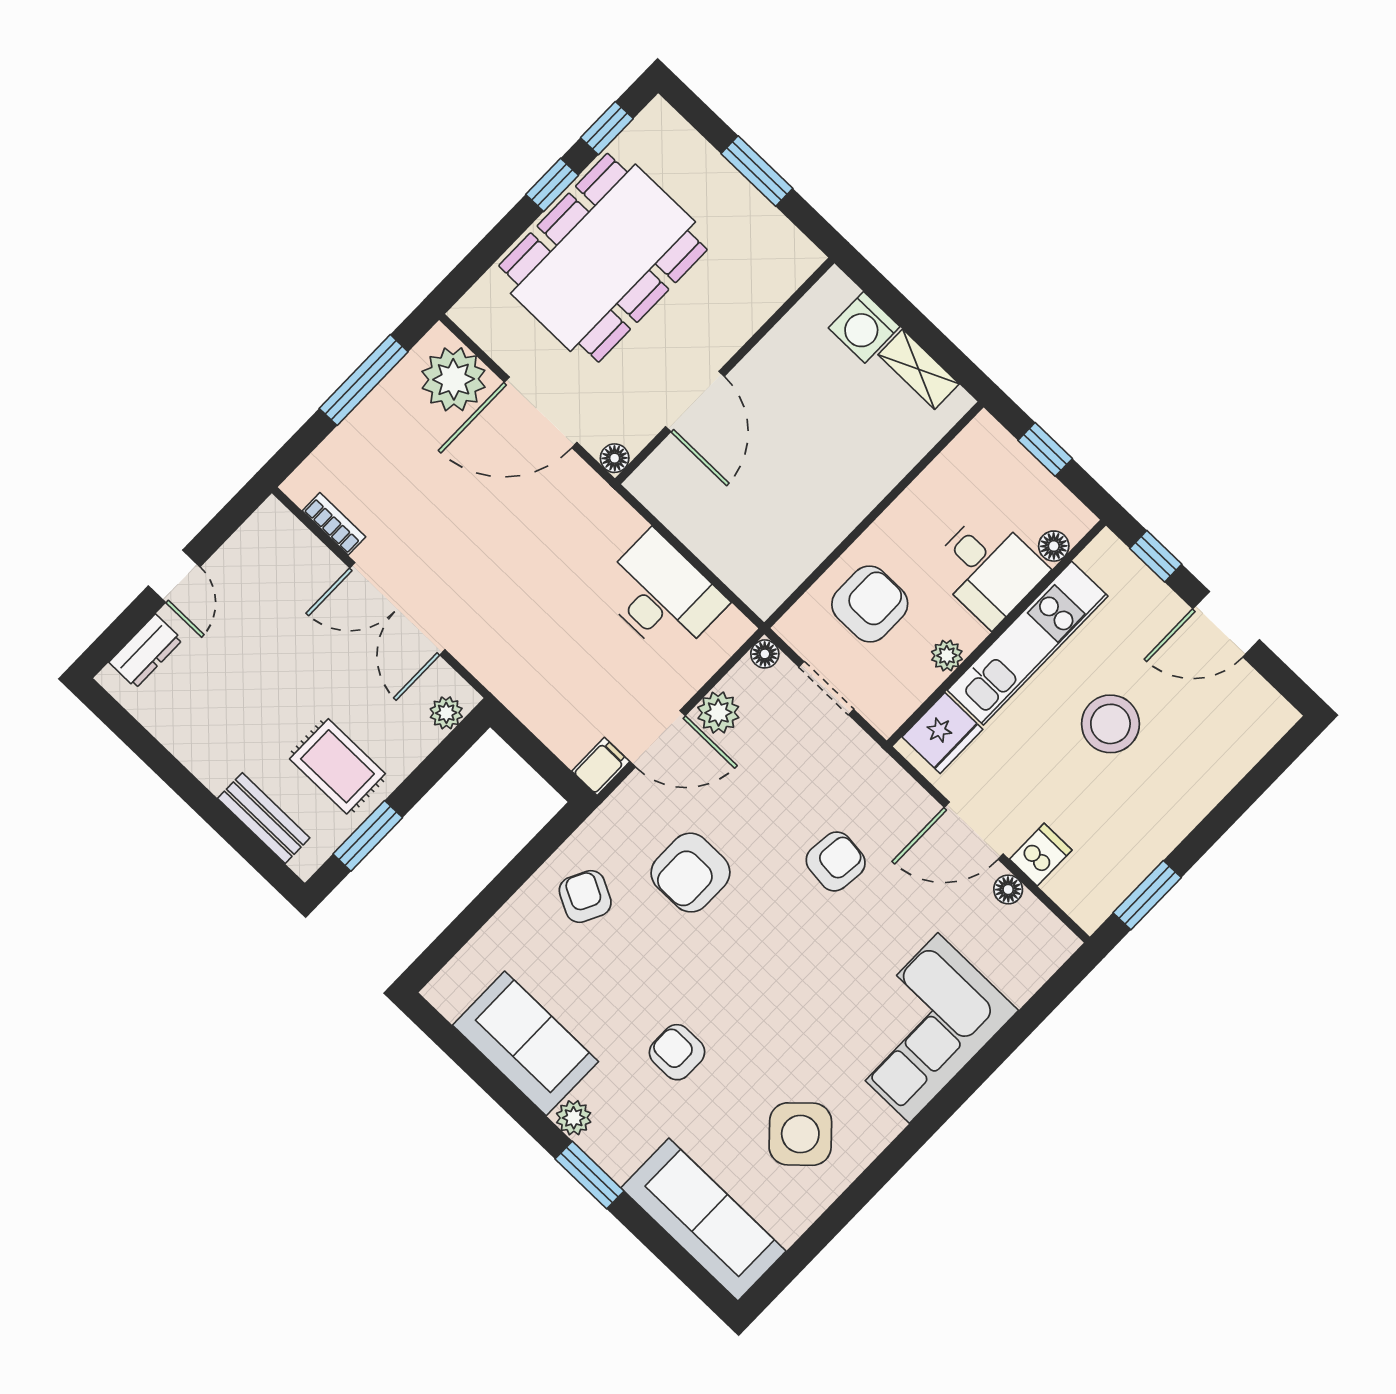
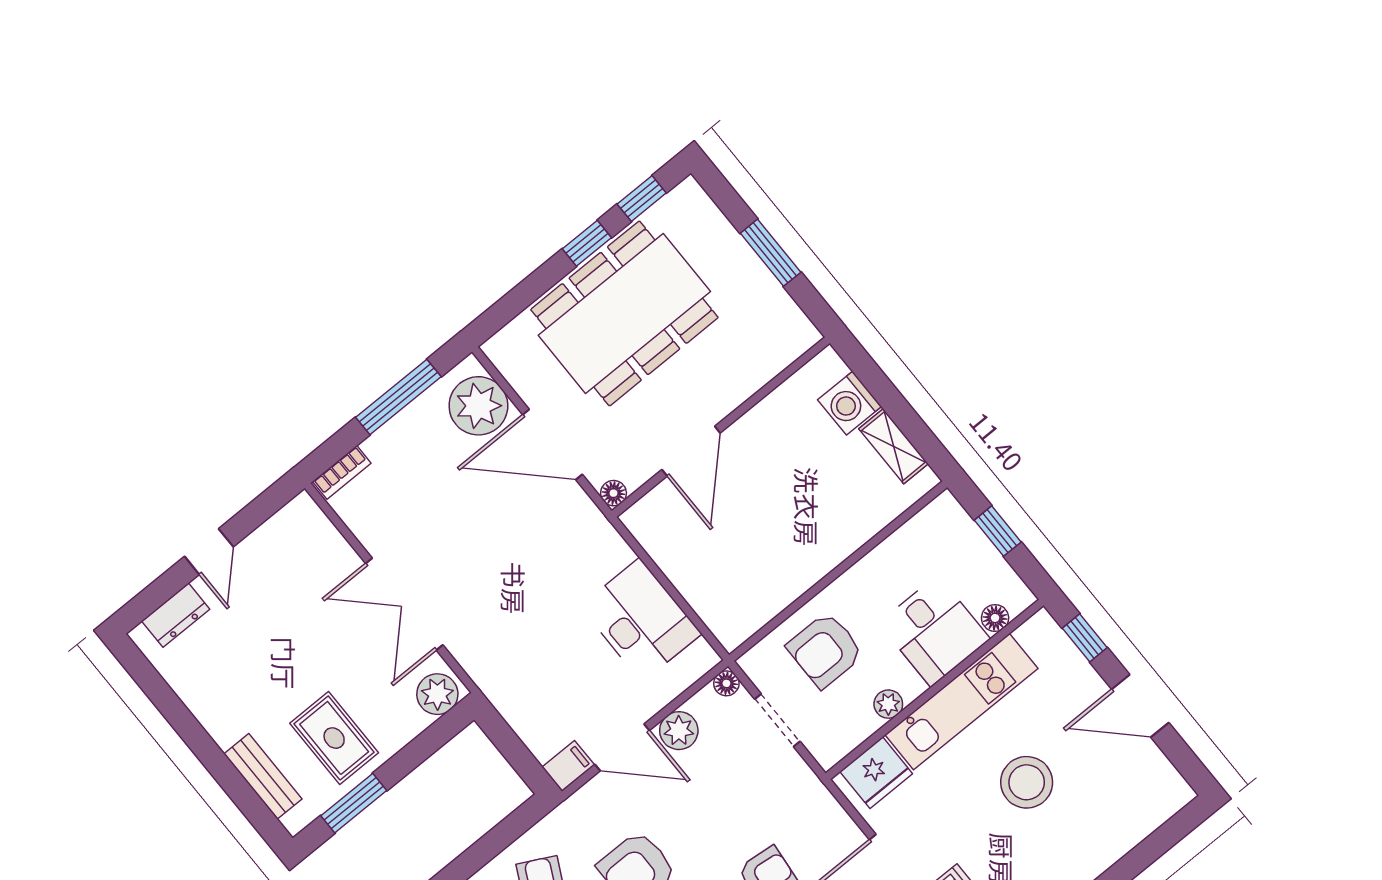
bookcase: (334, 524) -> (342, 472), moved, turned 90
armchair: (870, 604) -> (825, 650), turned 180
plant: (446, 713) -> (437, 694), width x1.38, depth x1.38

